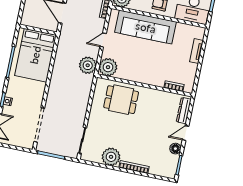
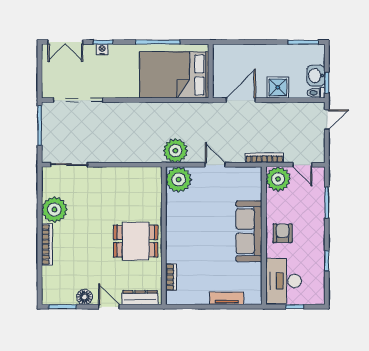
sofa: (146, 27) -> (249, 231), width x0.74, depth x0.79
dining table: (121, 100) -> (136, 241), moved, turned 90

